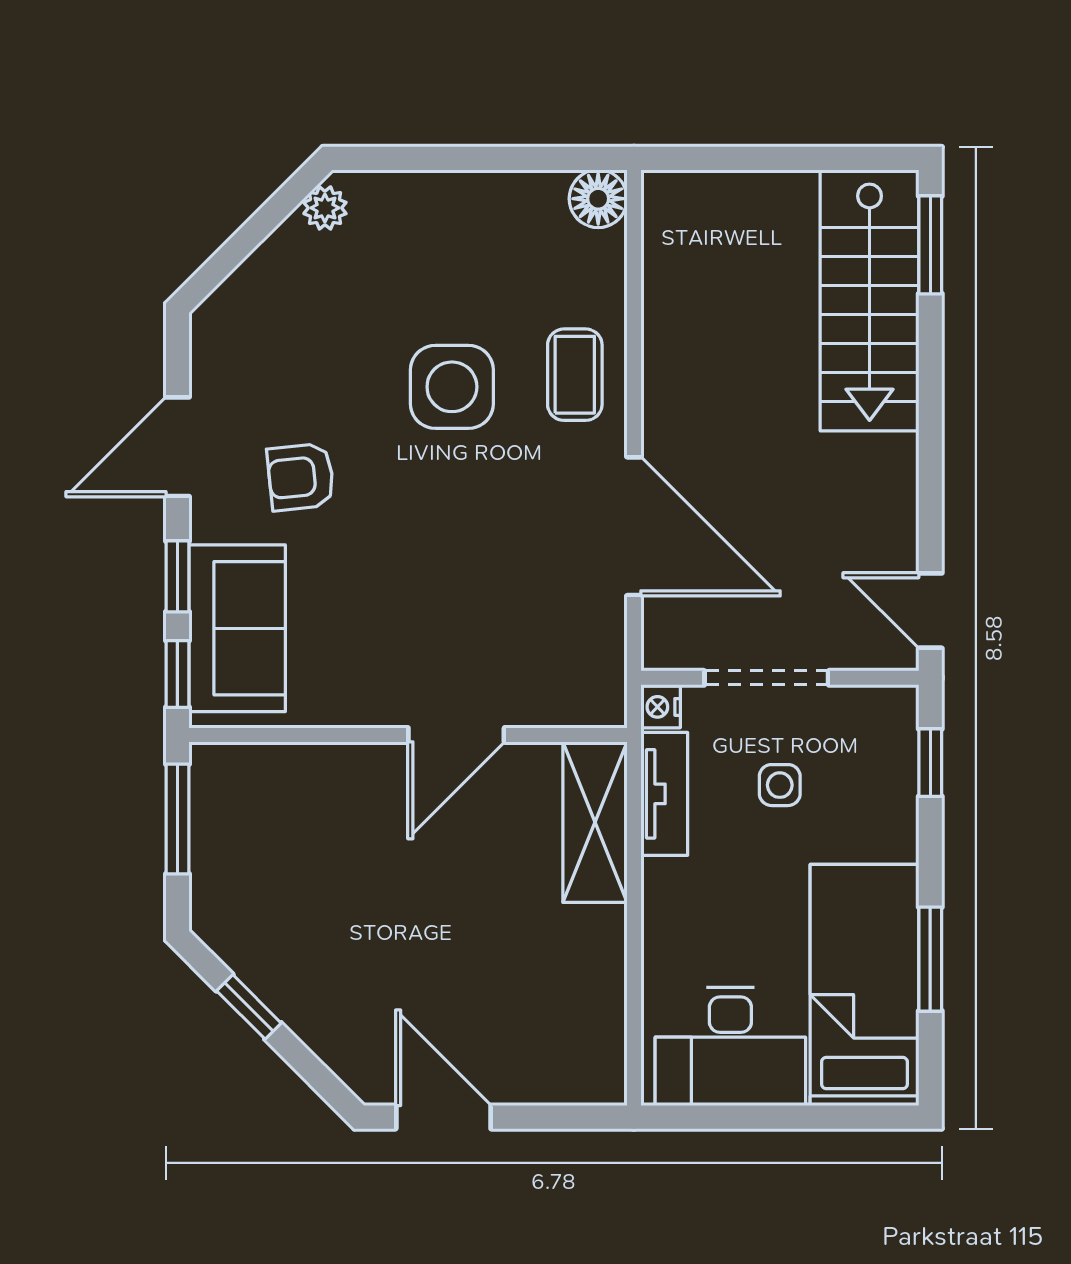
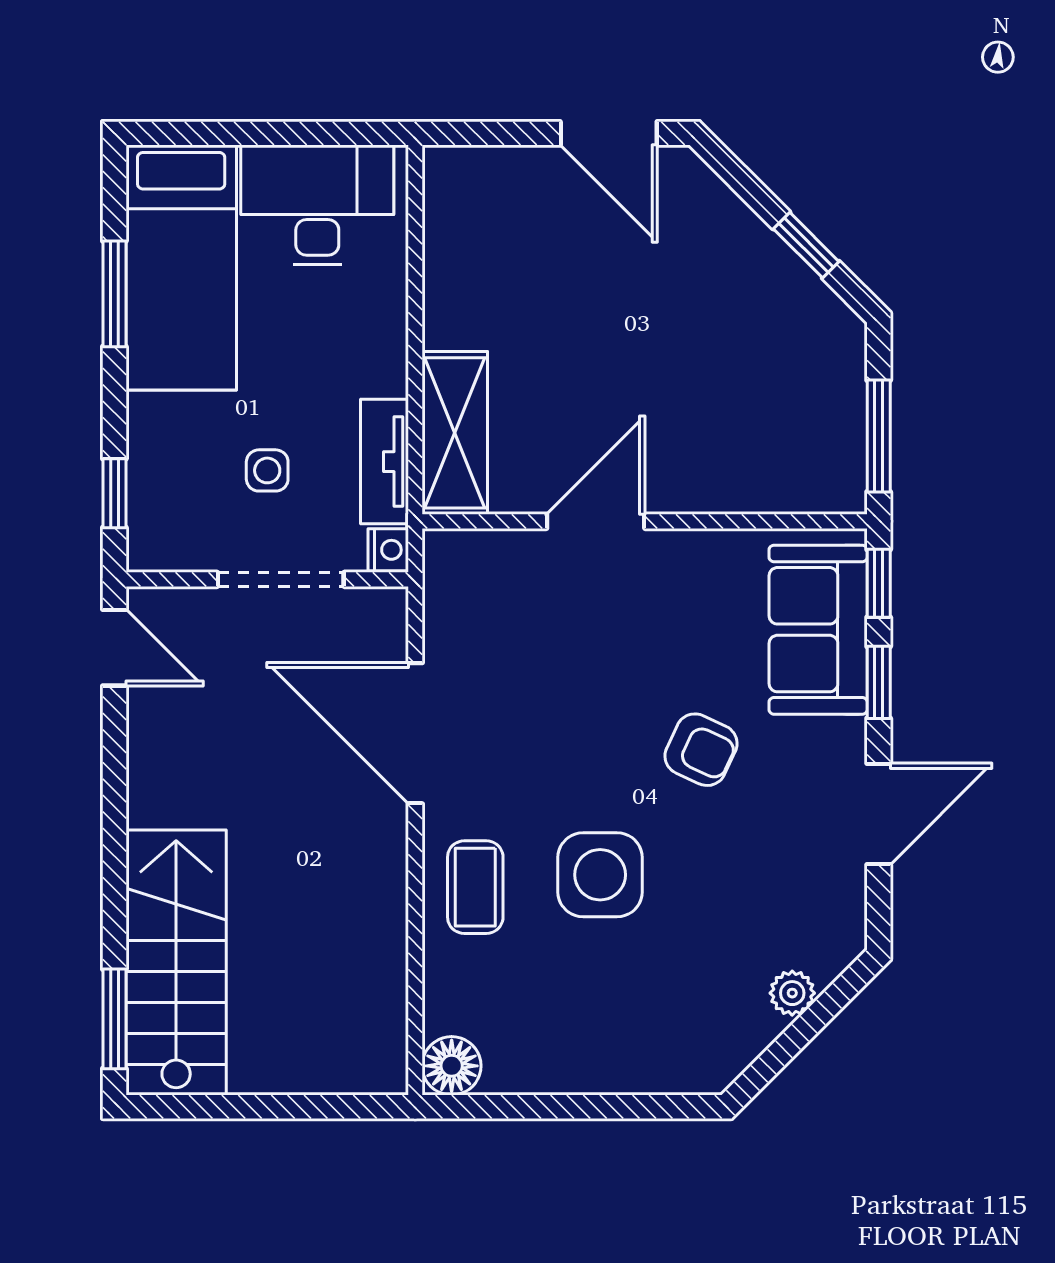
plant: (325, 208) -> (792, 993), moved
armchair: (301, 477) -> (701, 750), moved, turned 31

